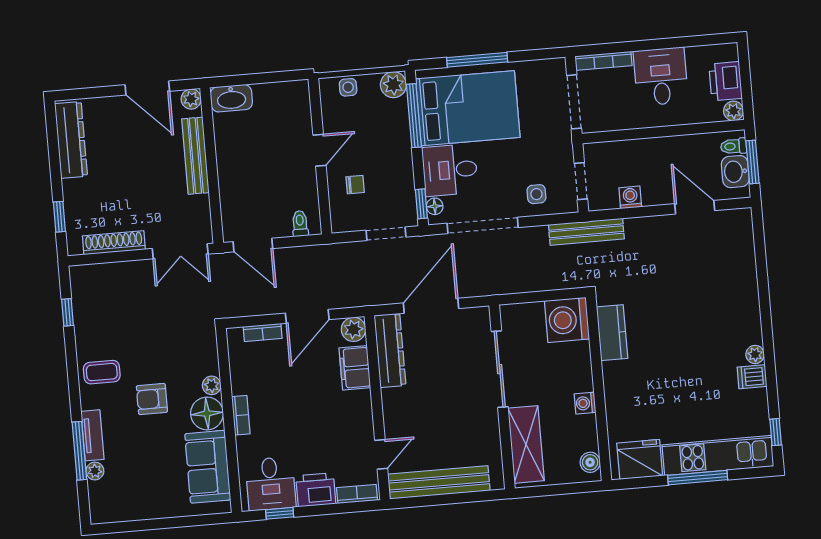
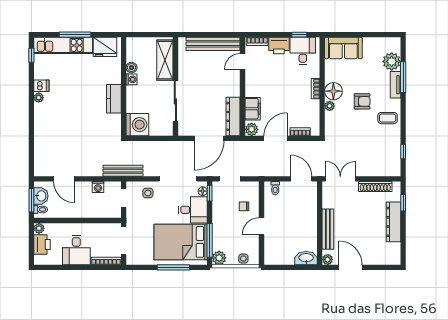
dresser: (71, 140) -> (393, 222), moved
kitchen counter: (612, 333) -> (114, 99), moved
boiler: (590, 462) -> (132, 68), moved
sofa: (208, 467) -> (343, 48), moved, turned 90
plant: (95, 471) -> (392, 61), width x1.88, depth x1.88

